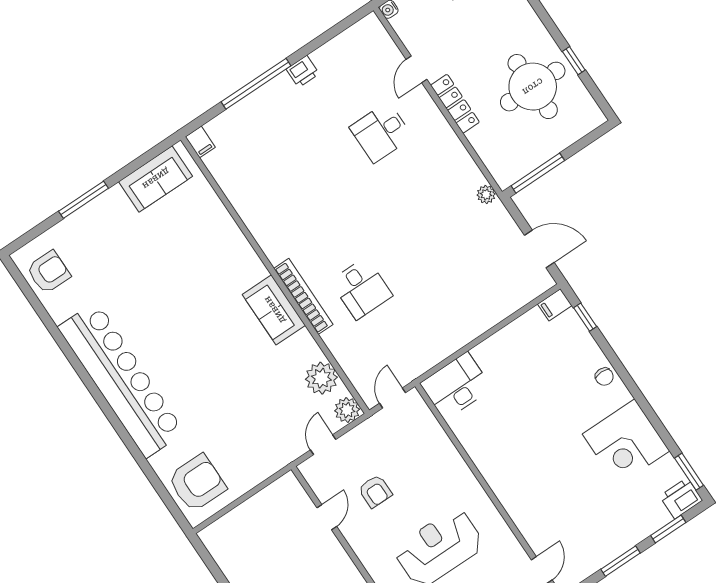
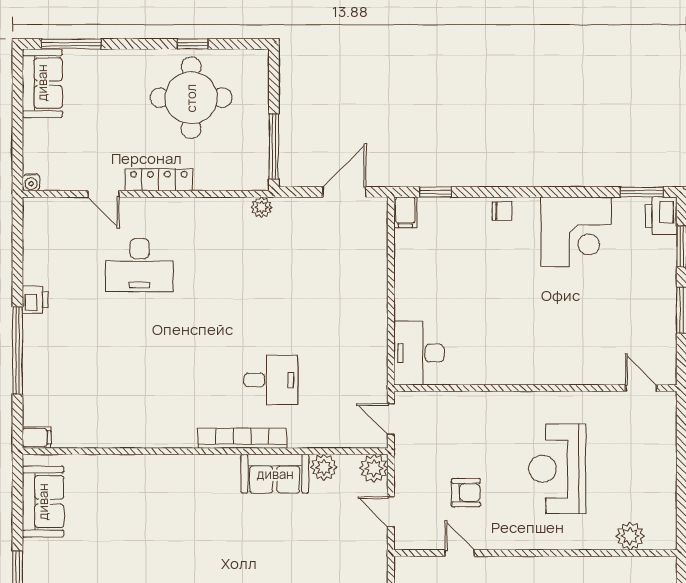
desk: (381, 132) -> (139, 265), width x1.37
sofa: (274, 310) -> (275, 474), moved
plant: (321, 378) -> (324, 467), width x0.73, depth x0.73

